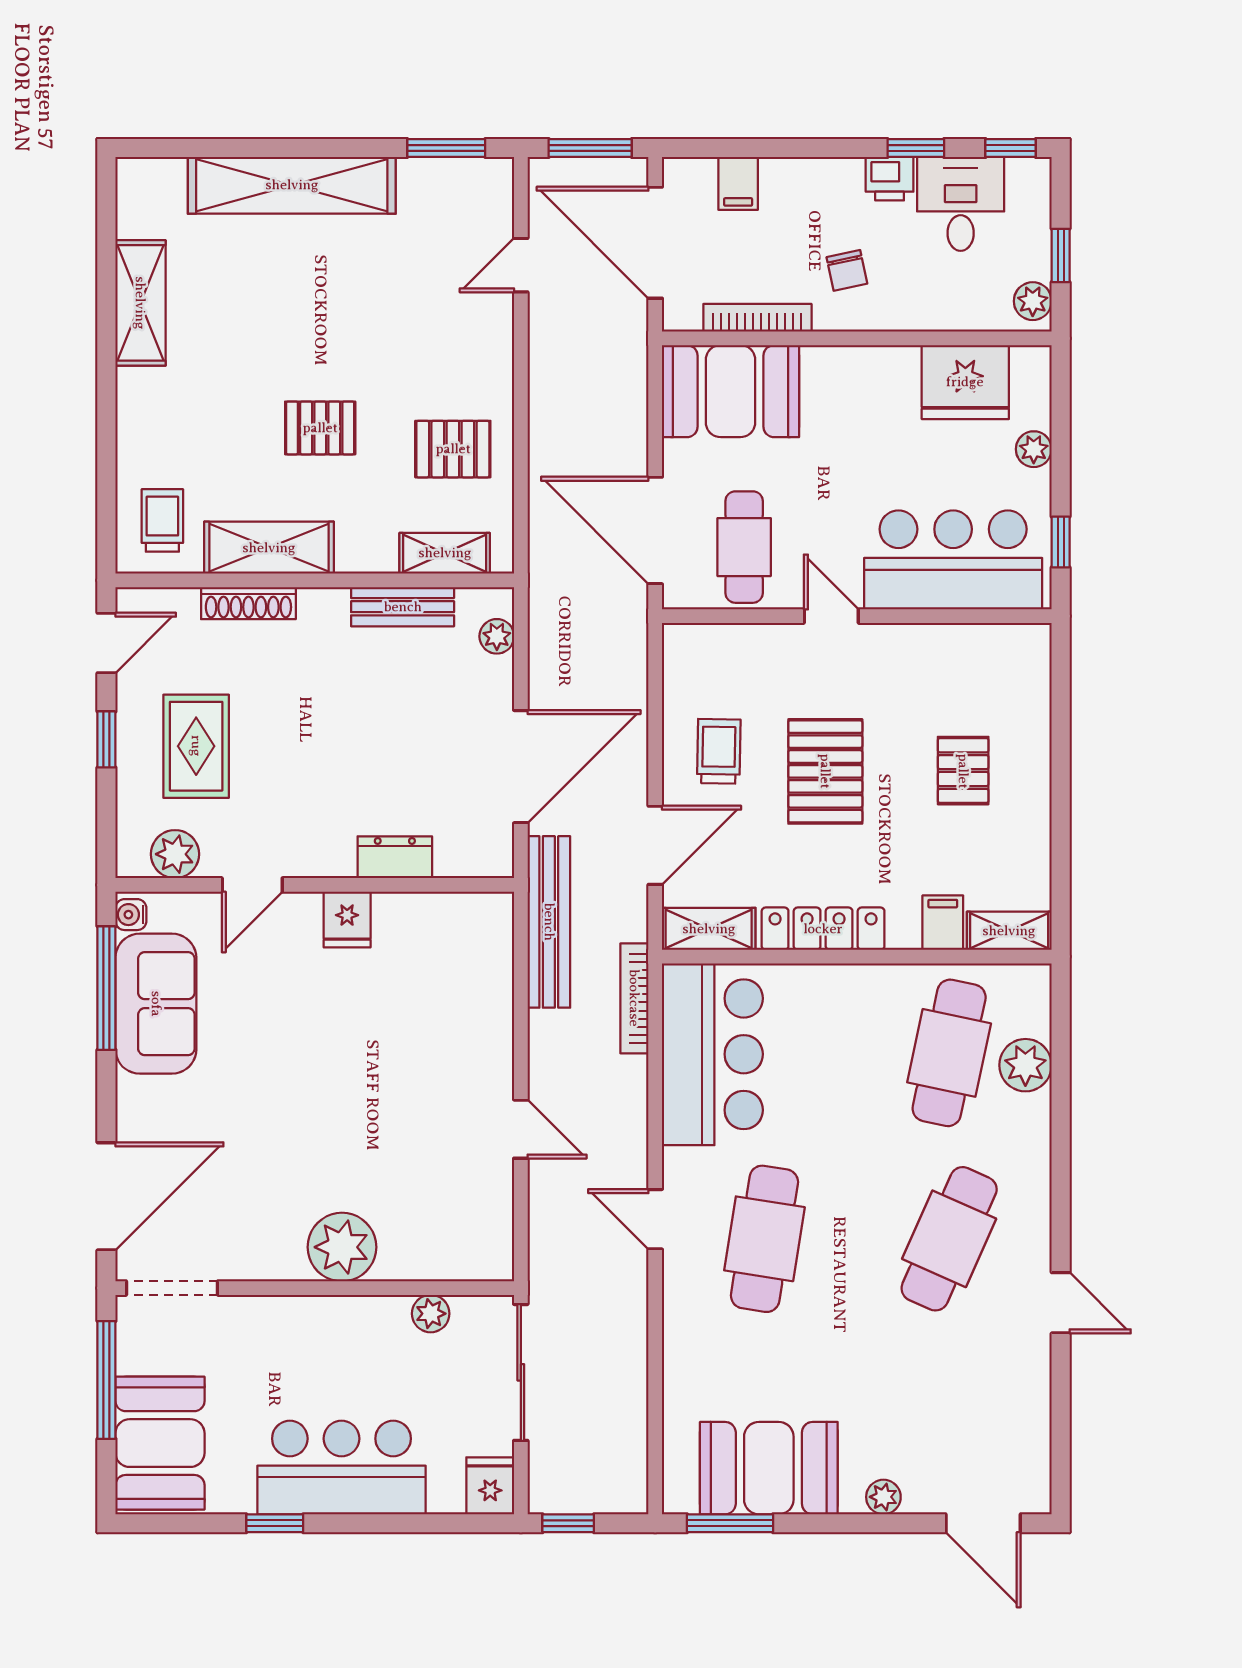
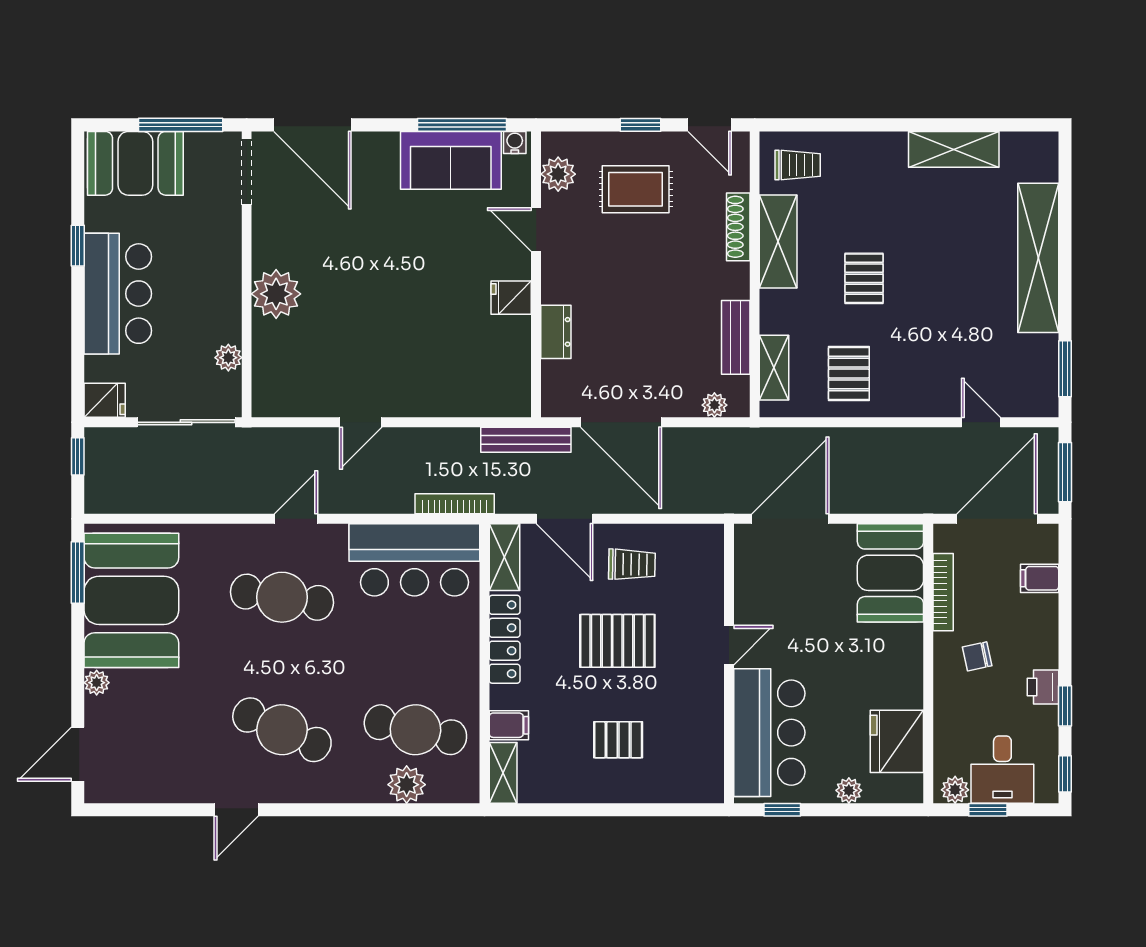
desk: (961, 204) -> (1002, 770), moved, turned 90
cafe table: (744, 547) -> (779, 583), removed
bench: (549, 922) -> (526, 440), width x0.73, depth x0.82
booth: (769, 1468) -> (131, 600), width x1.36, depth x1.42

